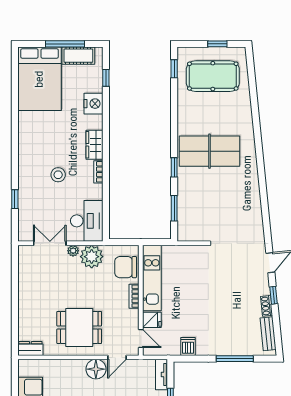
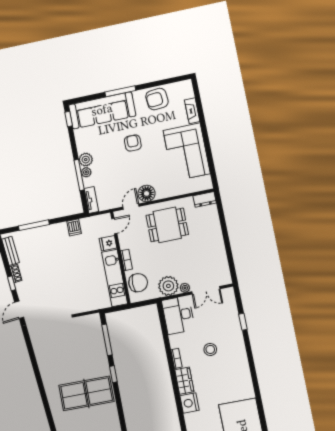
nightstand: (94, 104) -> (189, 403), moved
window: (174, 208) -> (107, 340), width x1.44
door: (141, 339) -> (114, 226), swing flipped

